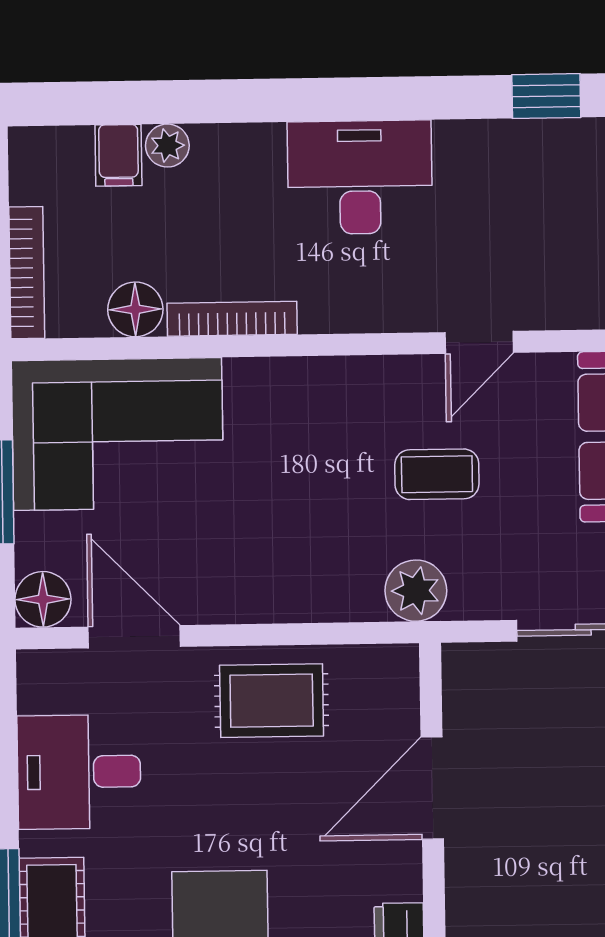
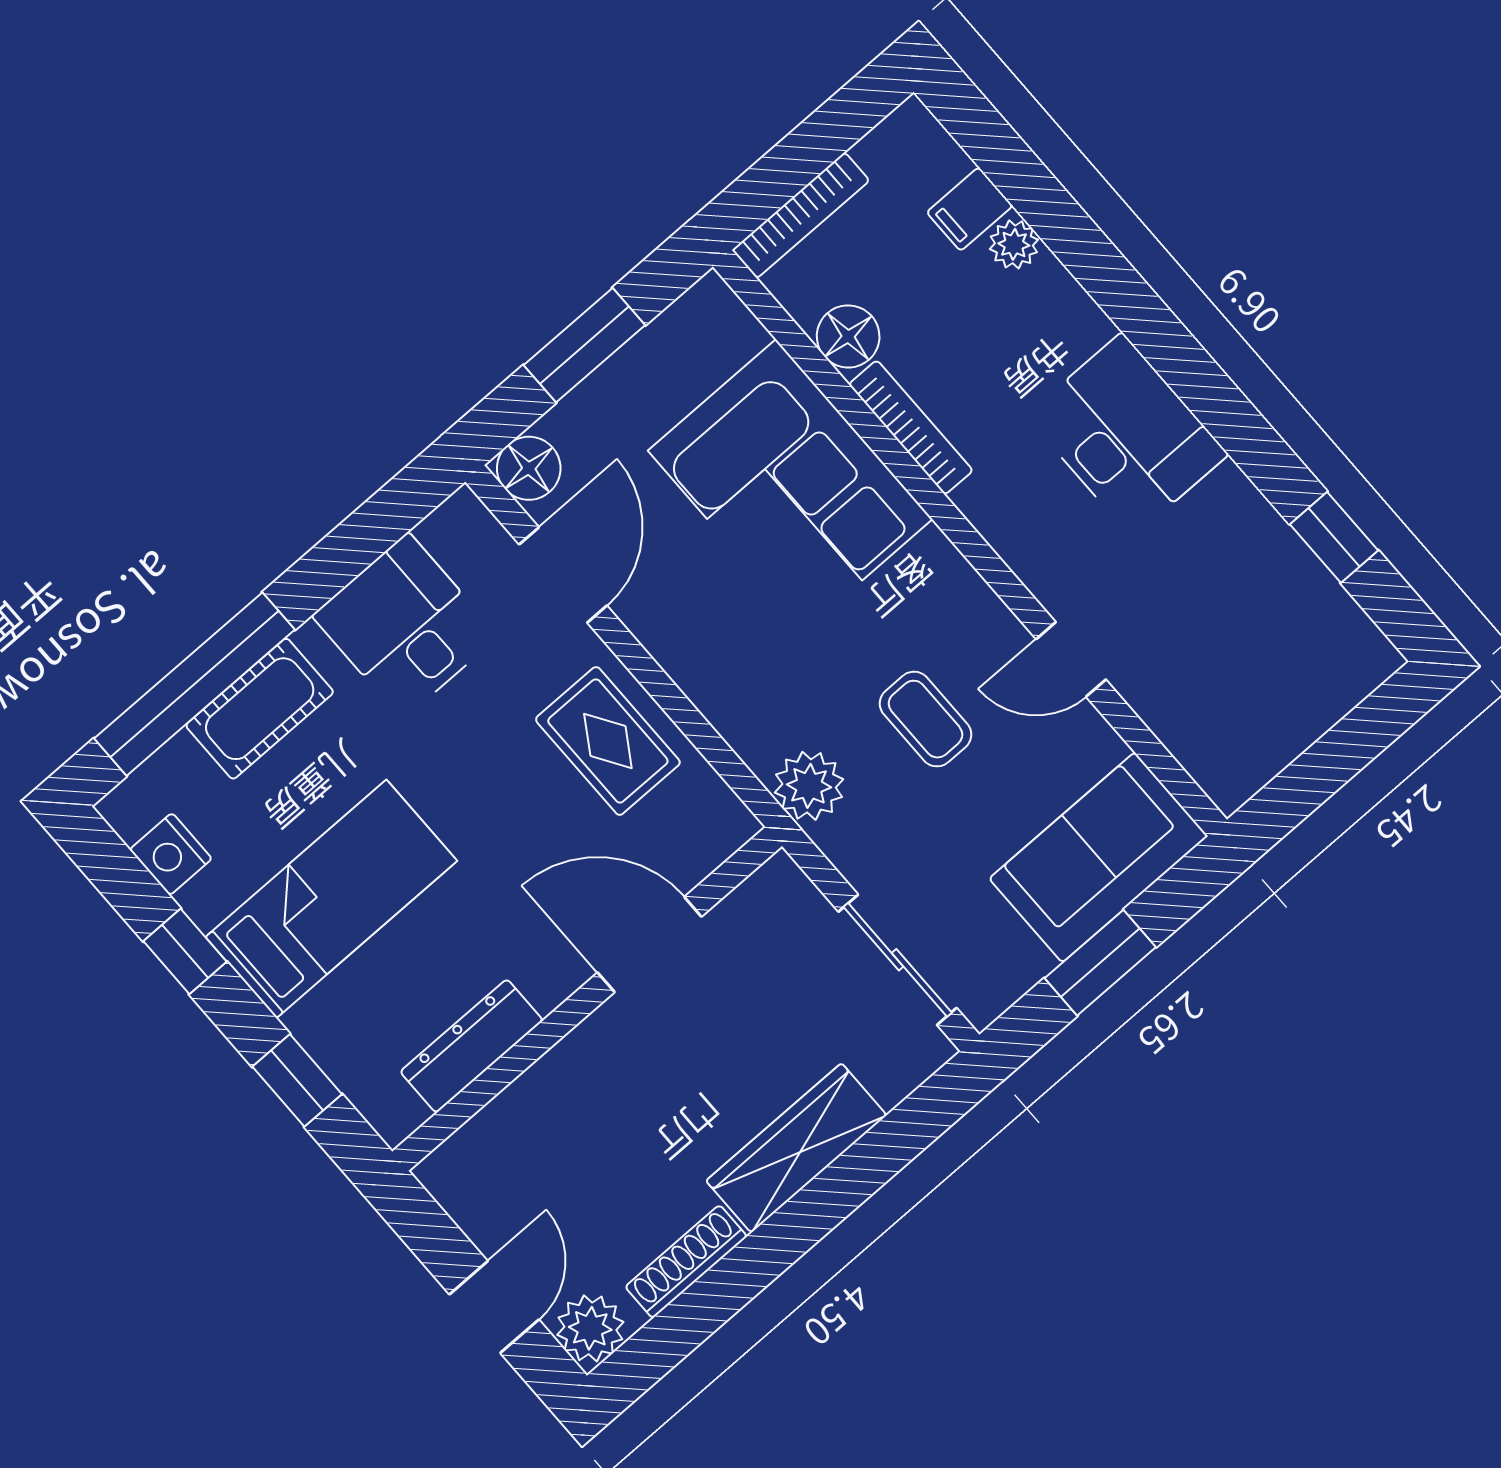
corner sofa: (118, 434) -> (790, 485), moved

